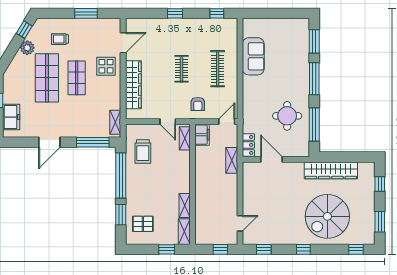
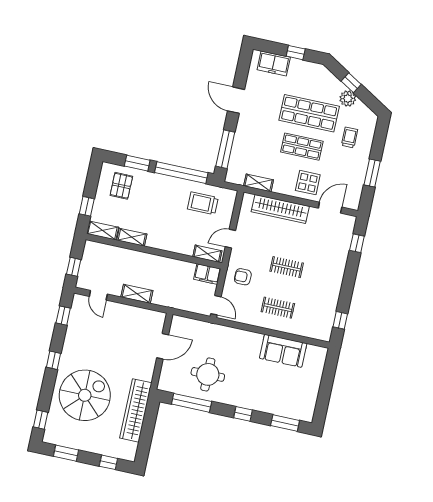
window: (175, 13) -> (357, 243), moved
window: (24, 30) -> (351, 83), moved
door: (123, 43) -> (330, 208), swing flipped
clothes rail: (218, 69) -> (278, 308), width x0.73
window: (314, 79) -> (243, 414), width x0.46
shelving: (115, 122) -> (259, 183), moved
locker: (248, 145) -> (184, 324), removed
shelving: (232, 160) -> (137, 294), moved
spiral stairs: (327, 216) -> (85, 395), turned 90

